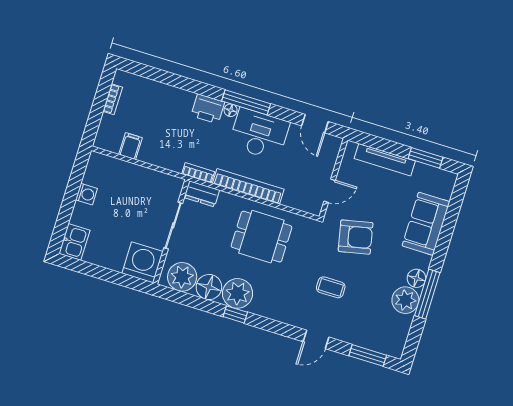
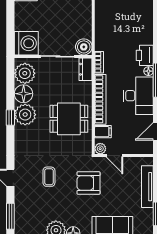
filing cabinet: (131, 146) -> (103, 132), moved
boiler: (171, 187) -> (84, 47), added
plant: (314, 207) -> (100, 149), added
dining table: (261, 237) -> (69, 119), turned 90
armchair: (356, 237) -> (88, 183), turned 102

